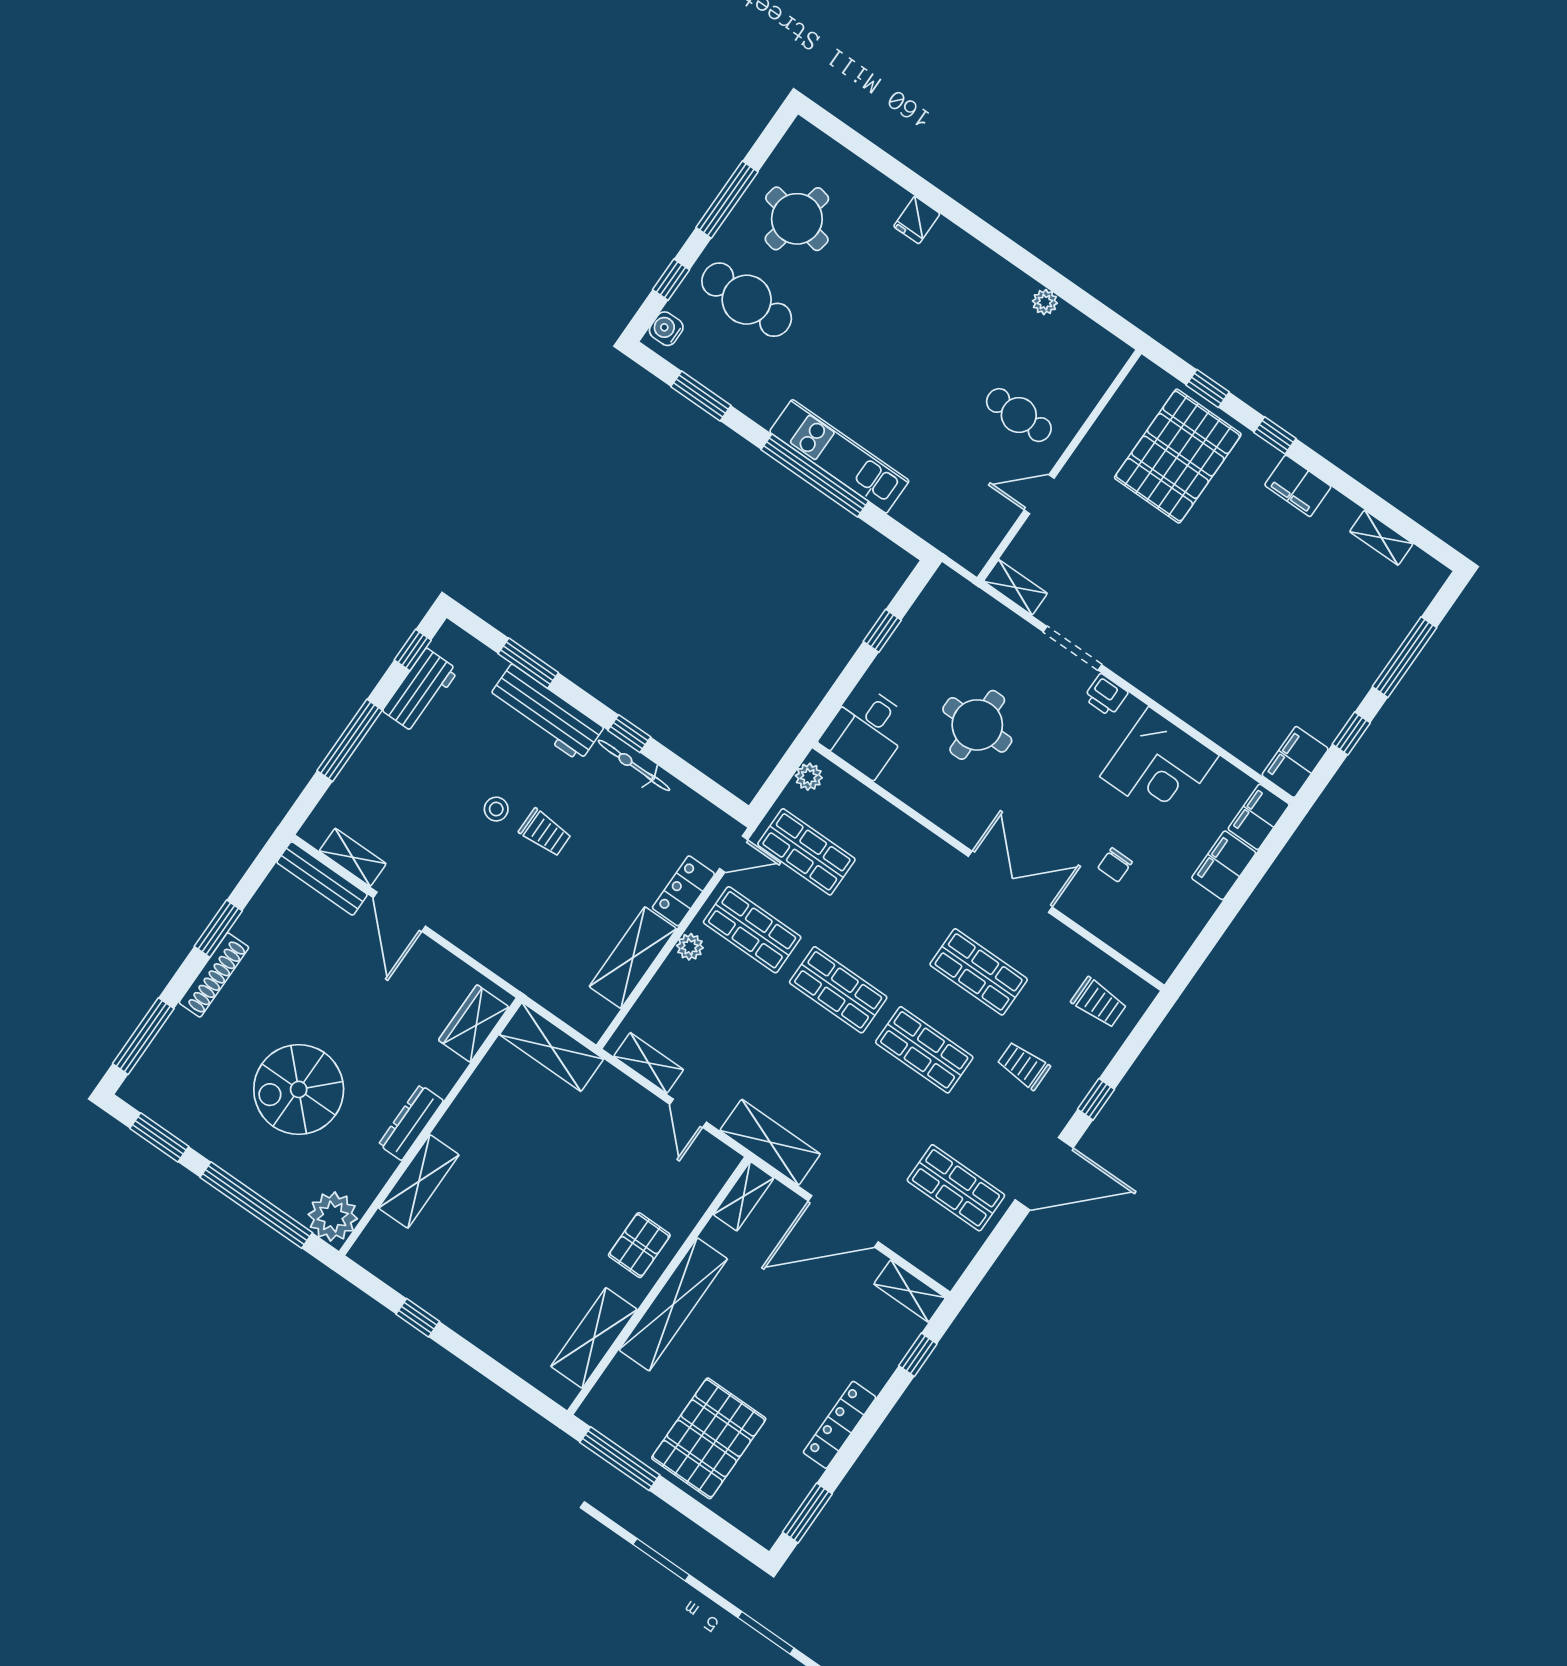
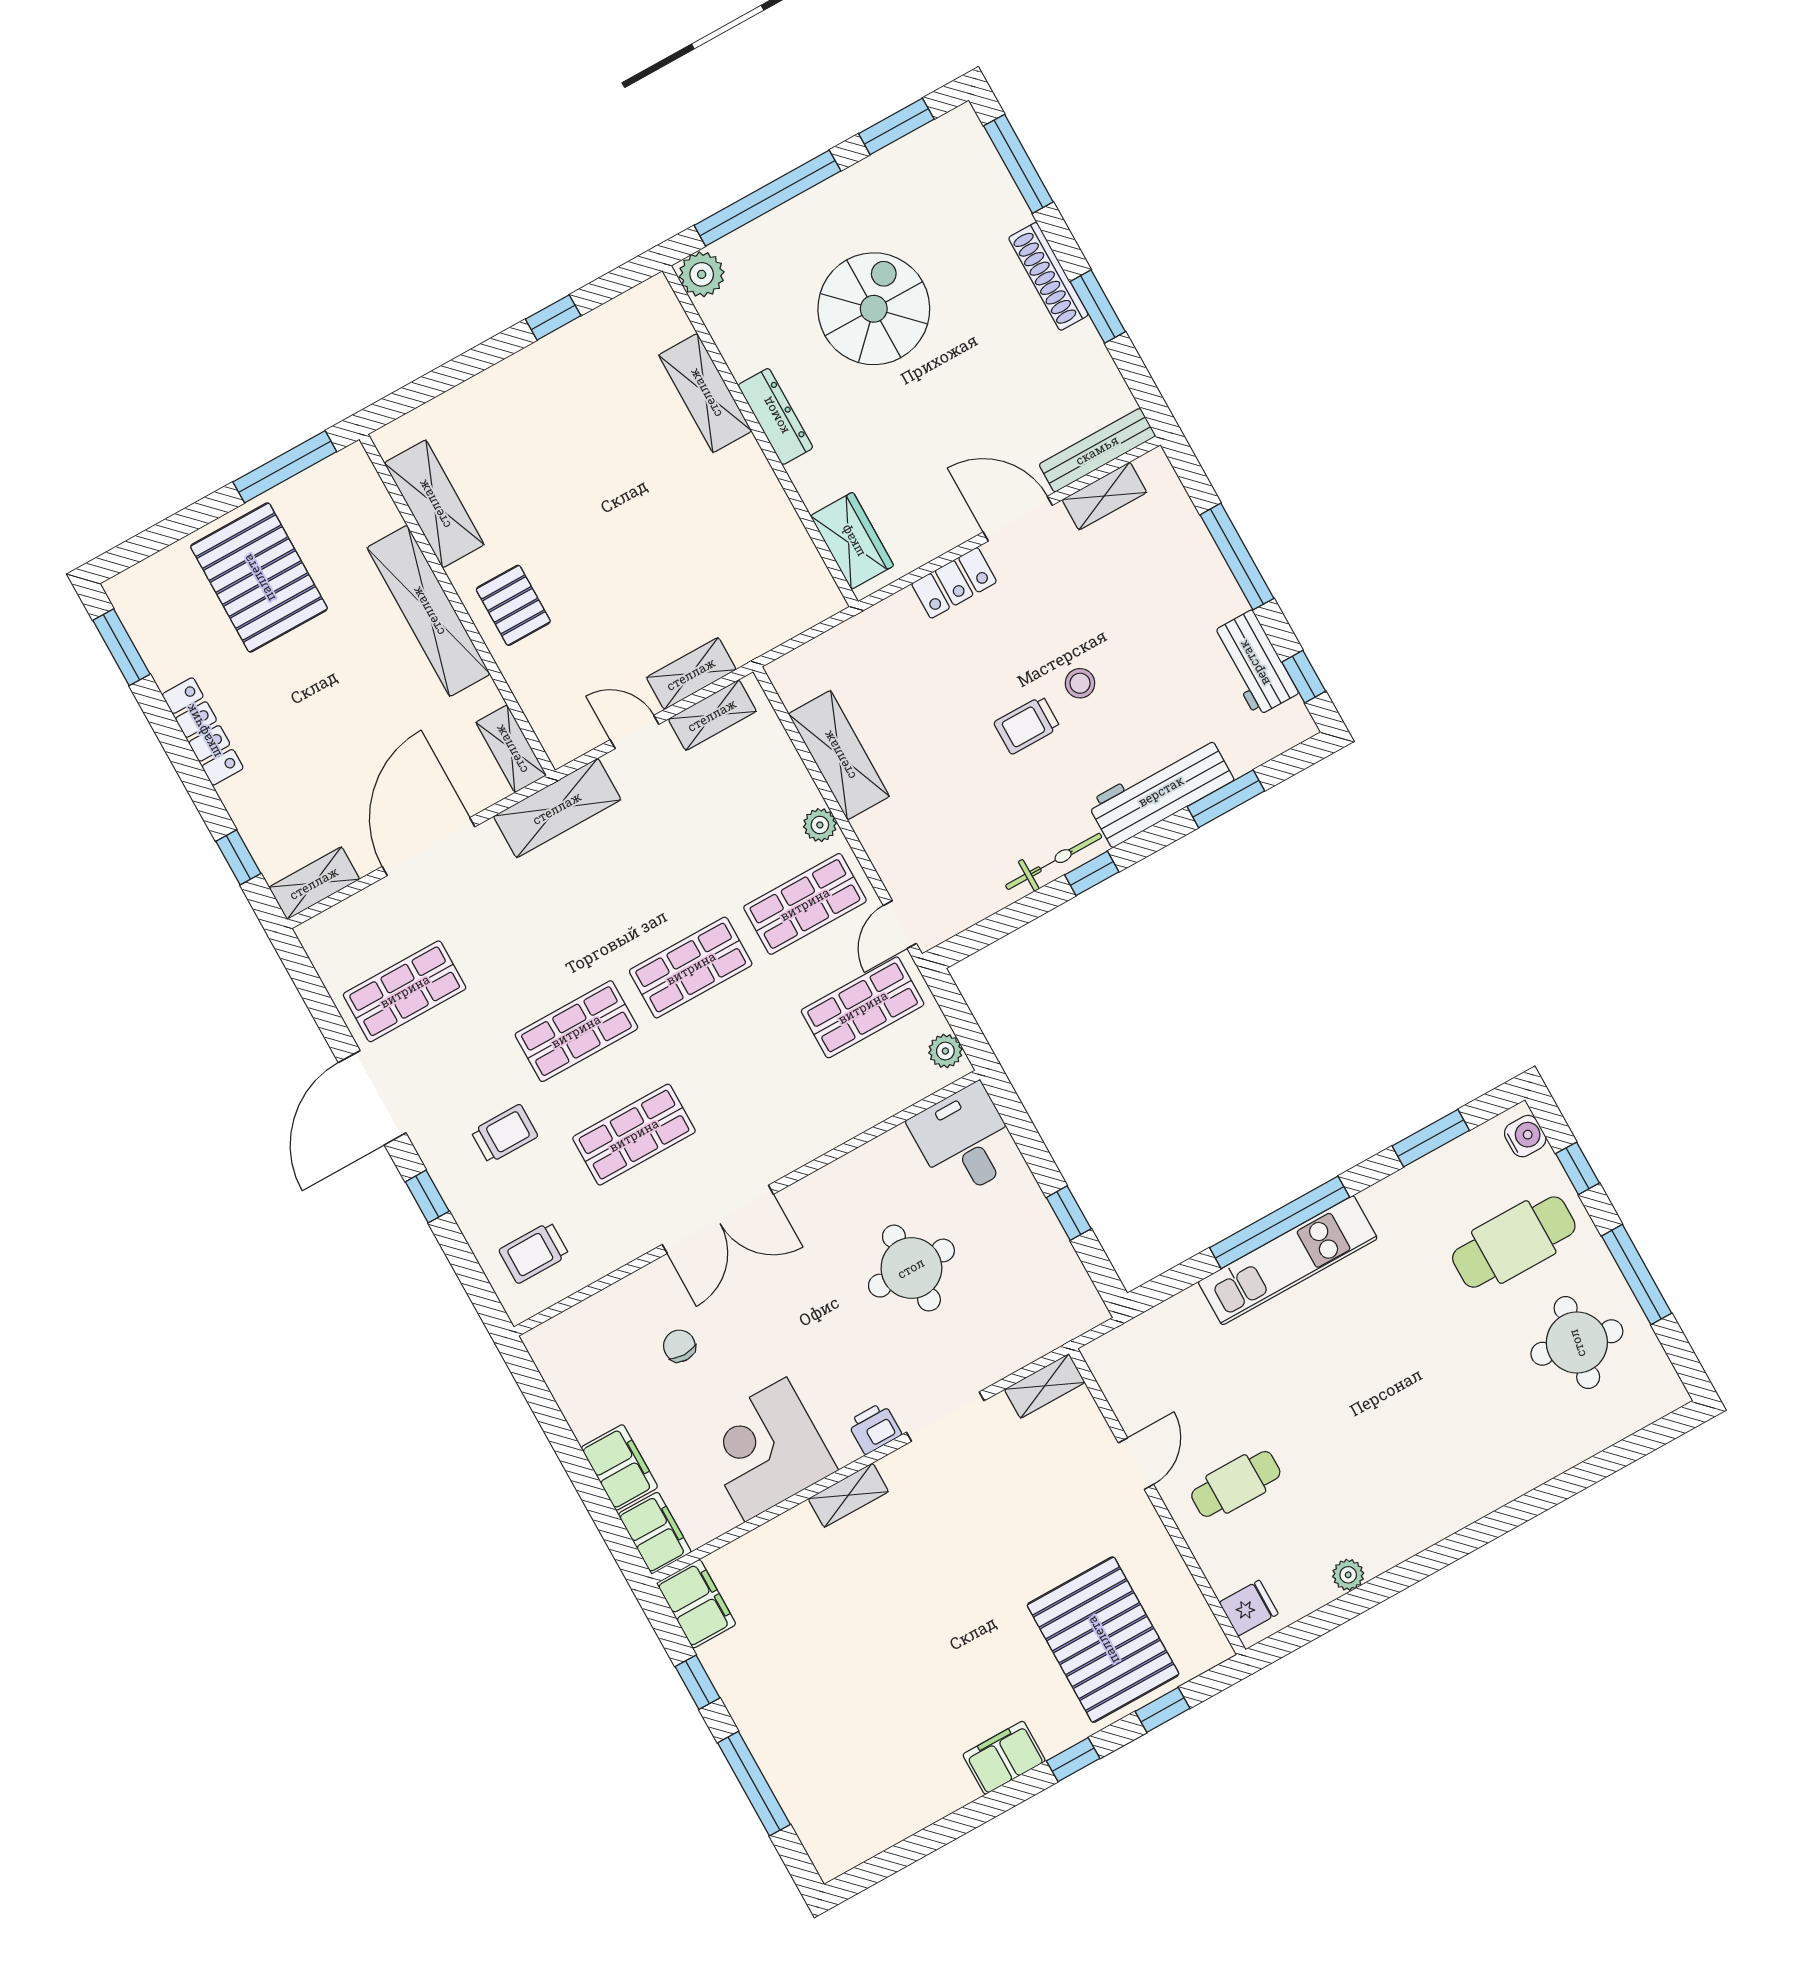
fridge: (917, 220) -> (1249, 1608), moved, turned 90
shelving: (1381, 538) -> (848, 1495), moved
locker: (683, 891) -> (954, 583), moved, turned 90
shelving: (552, 1047) -> (691, 674), moved, width x0.67, depth x0.75
plant: (333, 1217) -> (702, 274), width x0.73, depth x0.73

